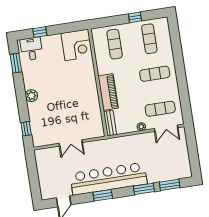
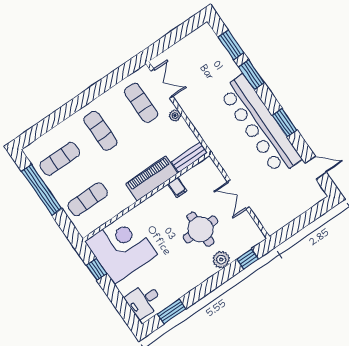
window: (135, 17) -> (42, 190), width x3.17
window: (40, 32) -> (96, 269), moved
corner desk: (77, 45) -> (121, 248), width x1.36, depth x1.36
plant: (31, 96) -> (221, 260), moved
filing cabinet: (94, 106) -> (177, 187), added
round table: (60, 108) -> (200, 229), added
double door: (71, 143) -> (238, 194), swing flipped

